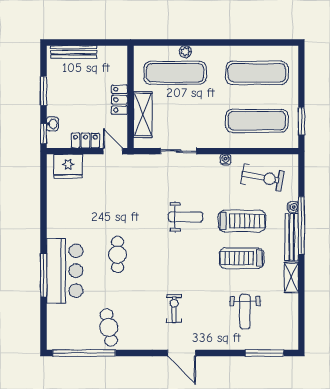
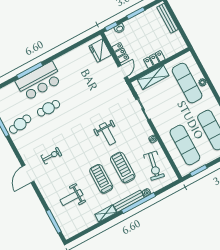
treadmill: (242, 221) -> (123, 168), turned 180
cafe table: (118, 255) -> (49, 108), moved

